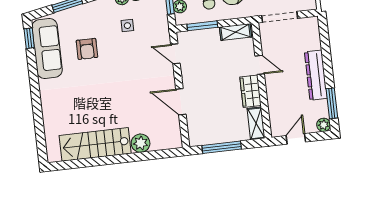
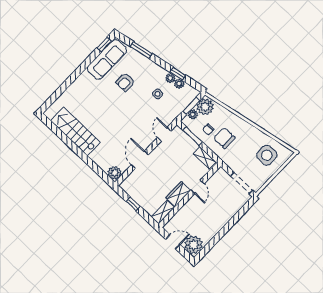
doorway: (280, 17) -> (242, 183), moved
dresser: (316, 75) -> (218, 223), removed
window: (332, 103) -> (210, 246), removed
plant: (324, 125) -> (194, 245), width x1.88, depth x1.88
plant: (141, 143) -> (115, 173), moved
window: (222, 147) -> (133, 204), width x0.46

